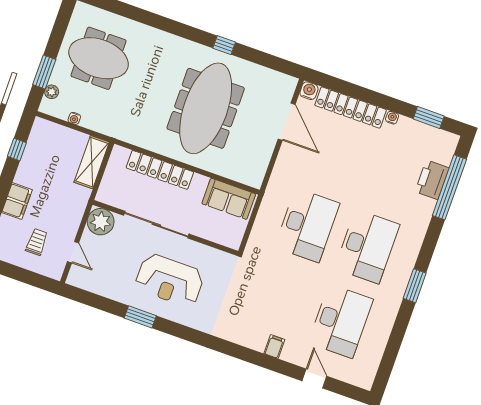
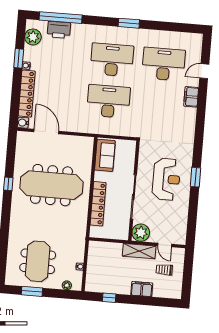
window: (44, 72) -> (32, 291), moved
window: (429, 117) -> (19, 58), moved
door: (287, 122) -> (46, 132), hinge flipped
plant: (432, 139) -> (33, 37), added
shelving: (92, 162) -> (139, 251), moved
door: (73, 252) -> (165, 245), swing flipped
window: (140, 317) -> (196, 177), moved
filing cabinet: (274, 346) -> (191, 97), width x2.00

